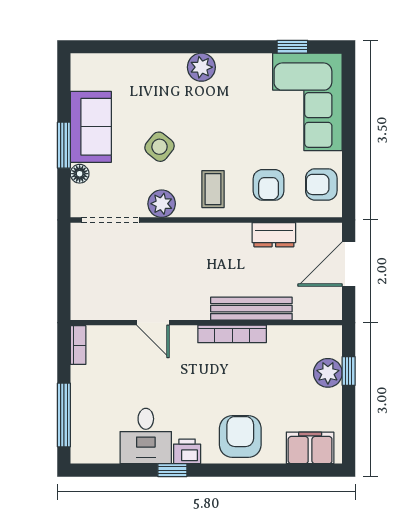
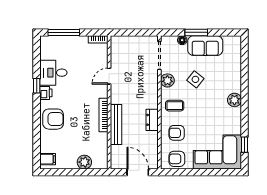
armchair: (321, 184) -> (177, 159), turned -90
dresser: (274, 235) -> (152, 120), moved
window: (349, 371) -> (85, 172), removed
filing cabinet: (310, 448) -> (48, 159), width x0.50

